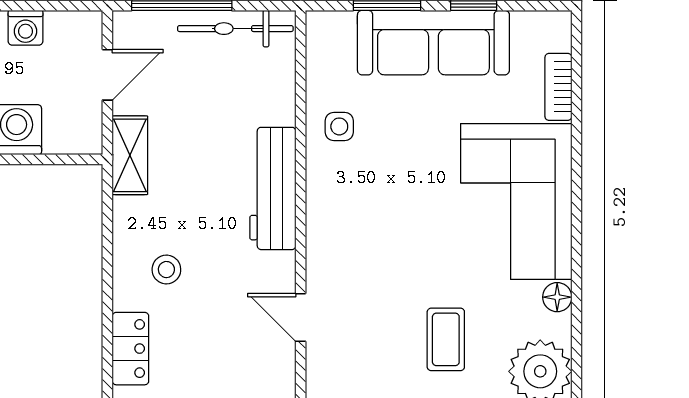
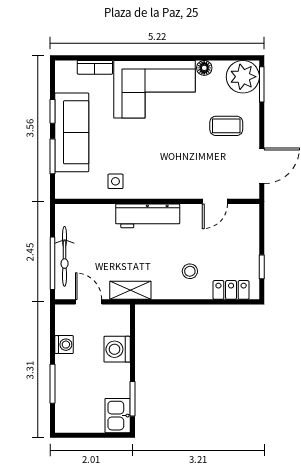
bicycle: (235, 29) -> (65, 256), moved

